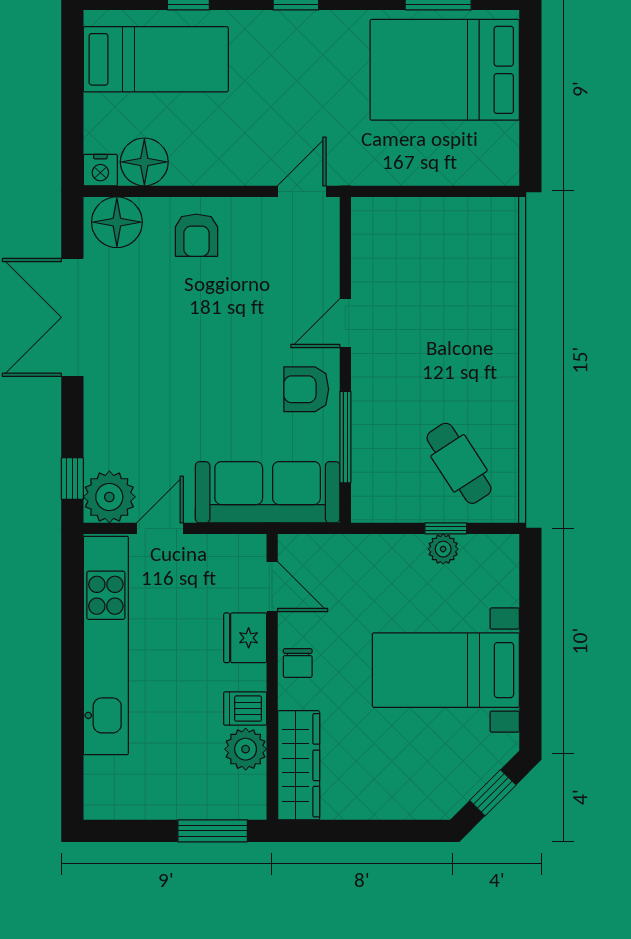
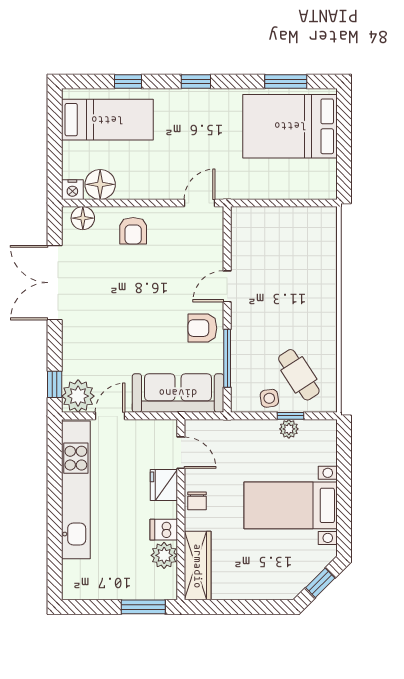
floor lamp: (117, 222) -> (83, 218), width x0.73, depth x0.73
side table: (412, 500) -> (269, 398), added

